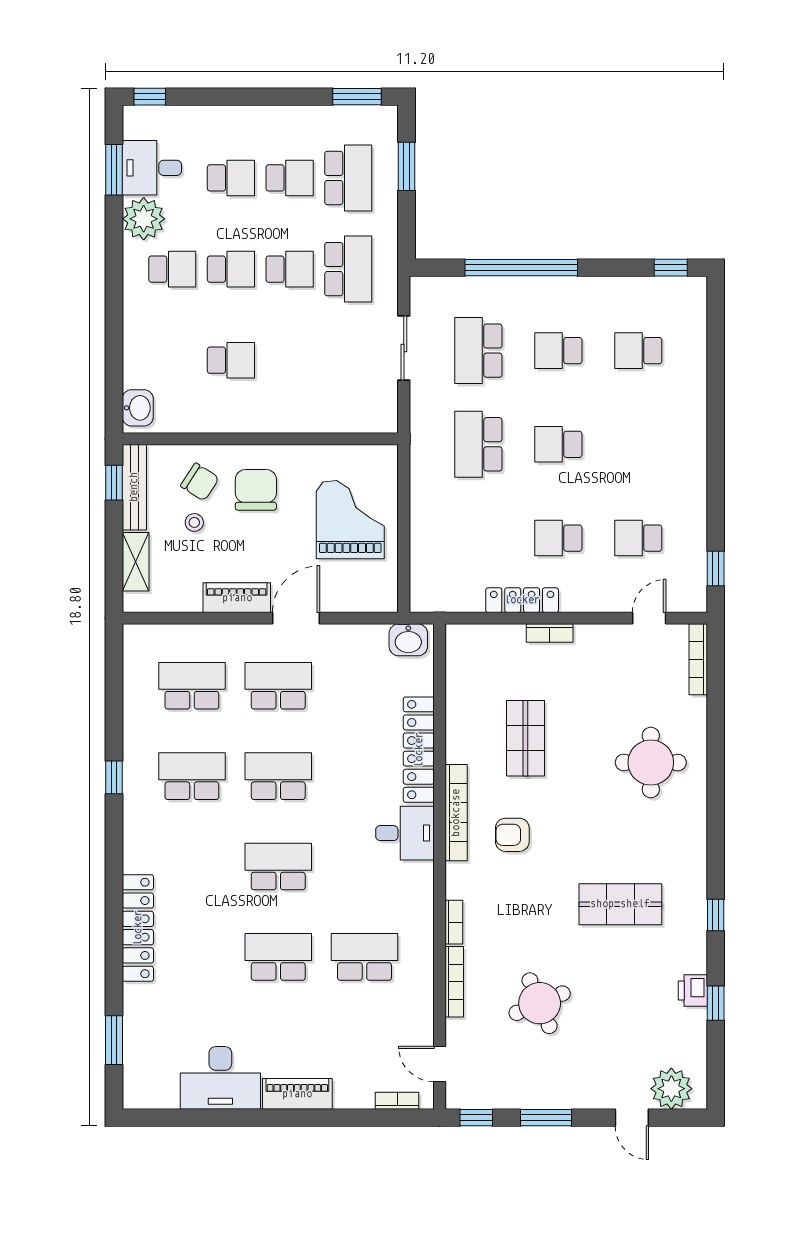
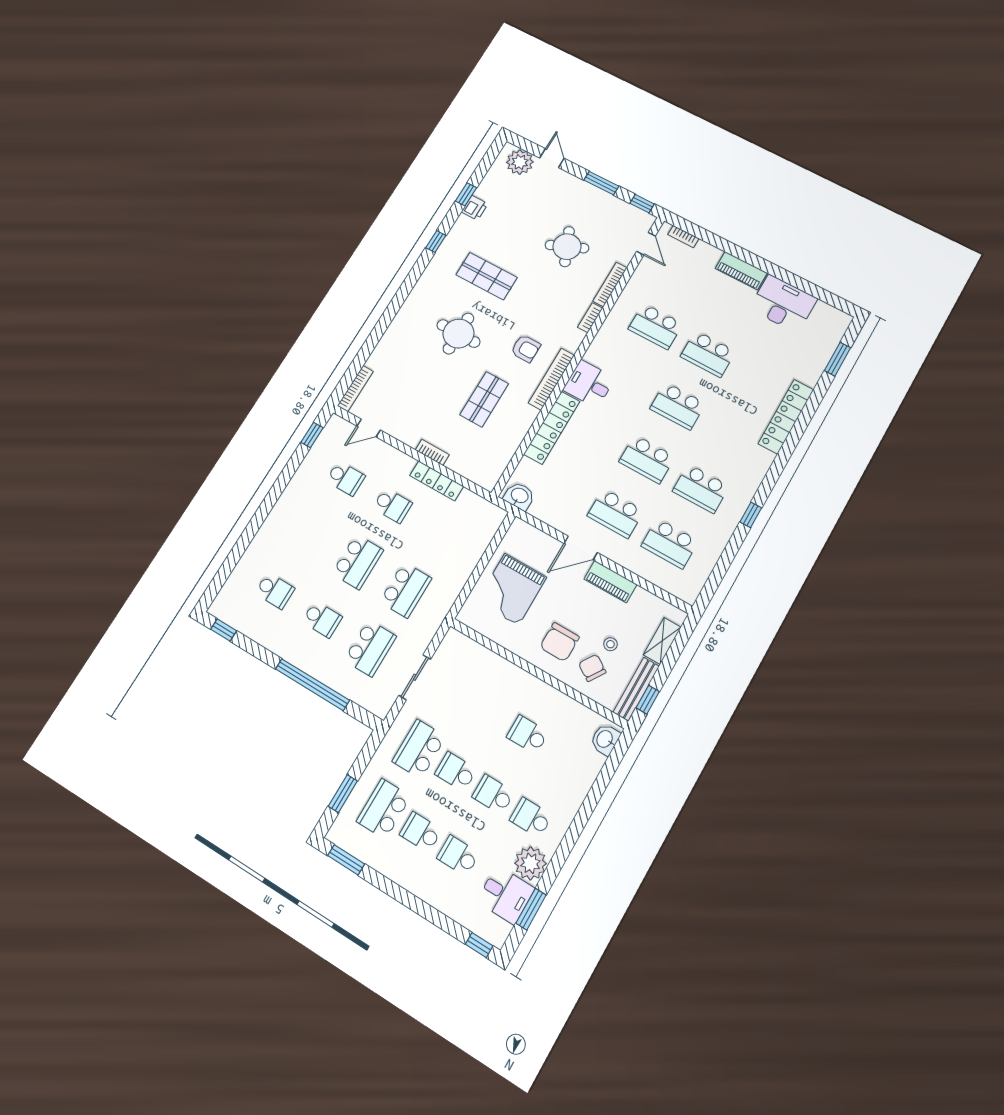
school desk: (558, 444) -> (358, 562), width x1.85
round table: (651, 762) -> (458, 334), moved

